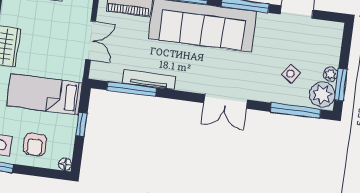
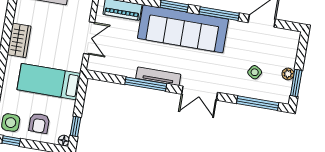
tv unit: (149, 80) -> (158, 76), moved
window: (132, 89) -> (146, 84), moved
plant: (322, 94) -> (280, 91), removed
window: (81, 124) -> (75, 126), moved

